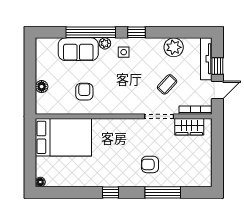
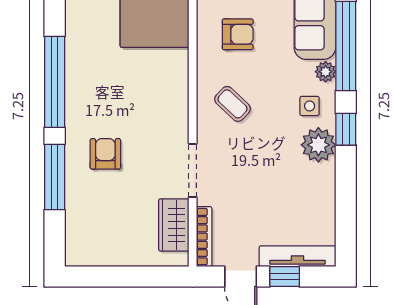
plant: (174, 47) -> (318, 145), moved
coffee table: (167, 84) -> (232, 104), moved
window: (110, 192) -> (55, 82), width x3.17

